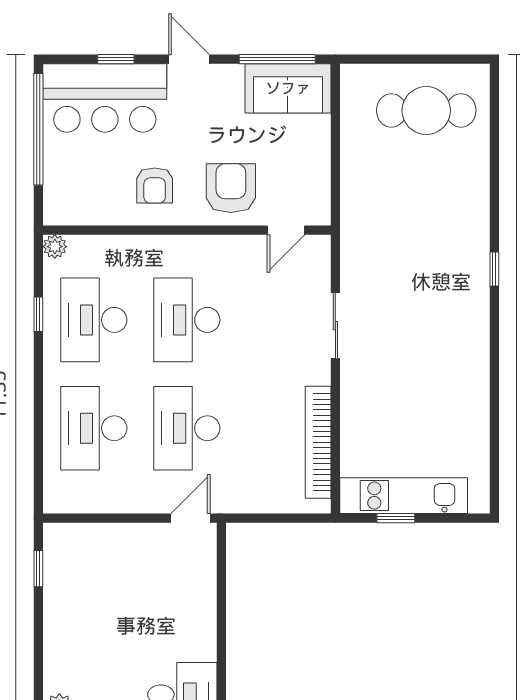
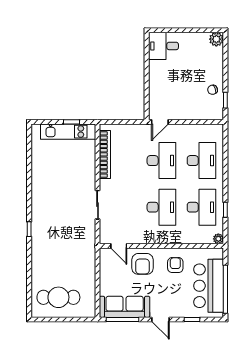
sofa: (288, 88) -> (125, 307), width x1.36
bar counter: (105, 98) -> (209, 286), moved, turned -90
door: (286, 230) -> (119, 246), swing flipped
chair: (68, 593) -> (213, 90), added

